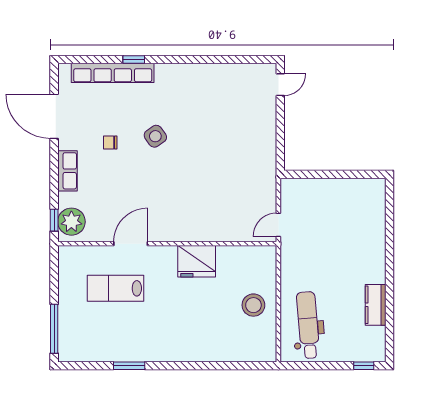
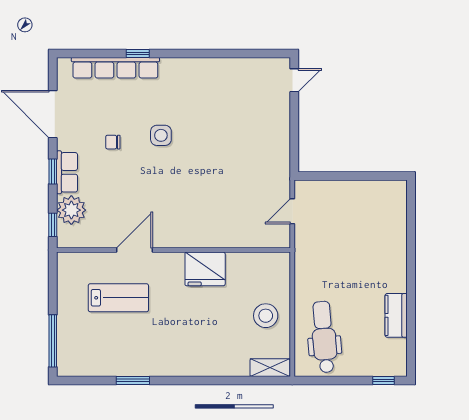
side table: (155, 136) -> (161, 135), turned 35
window: (54, 170) -> (53, 171), added
plant: (71, 222) -> (71, 210), moved
door: (278, 225) -> (292, 211), moved
lab bench: (115, 288) -> (118, 298), turned 180
shelving: (257, 354) -> (270, 368), added

